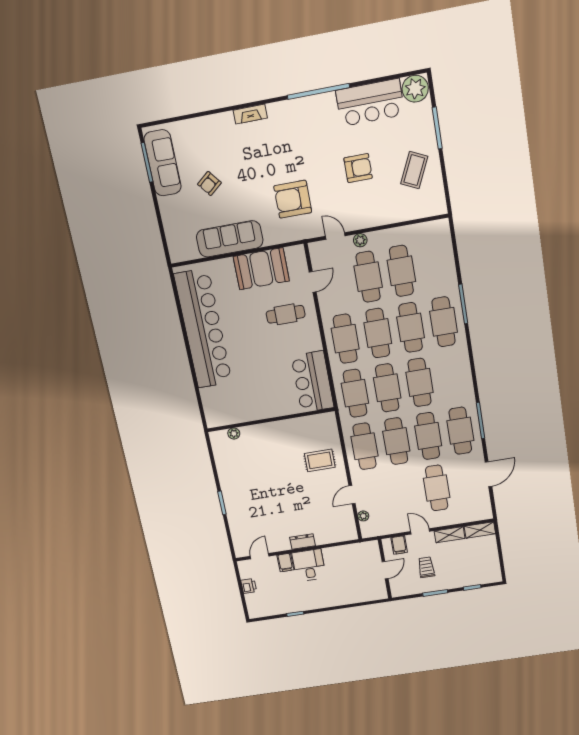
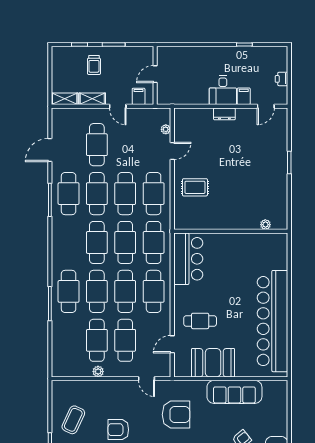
plant: (360, 240) -> (98, 372), moved
trolley: (426, 567) -> (94, 65), moved

